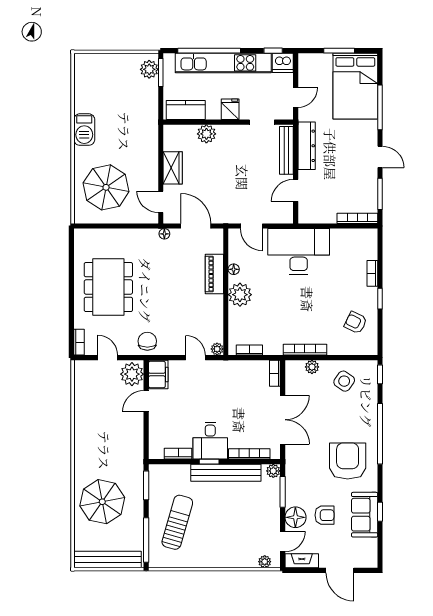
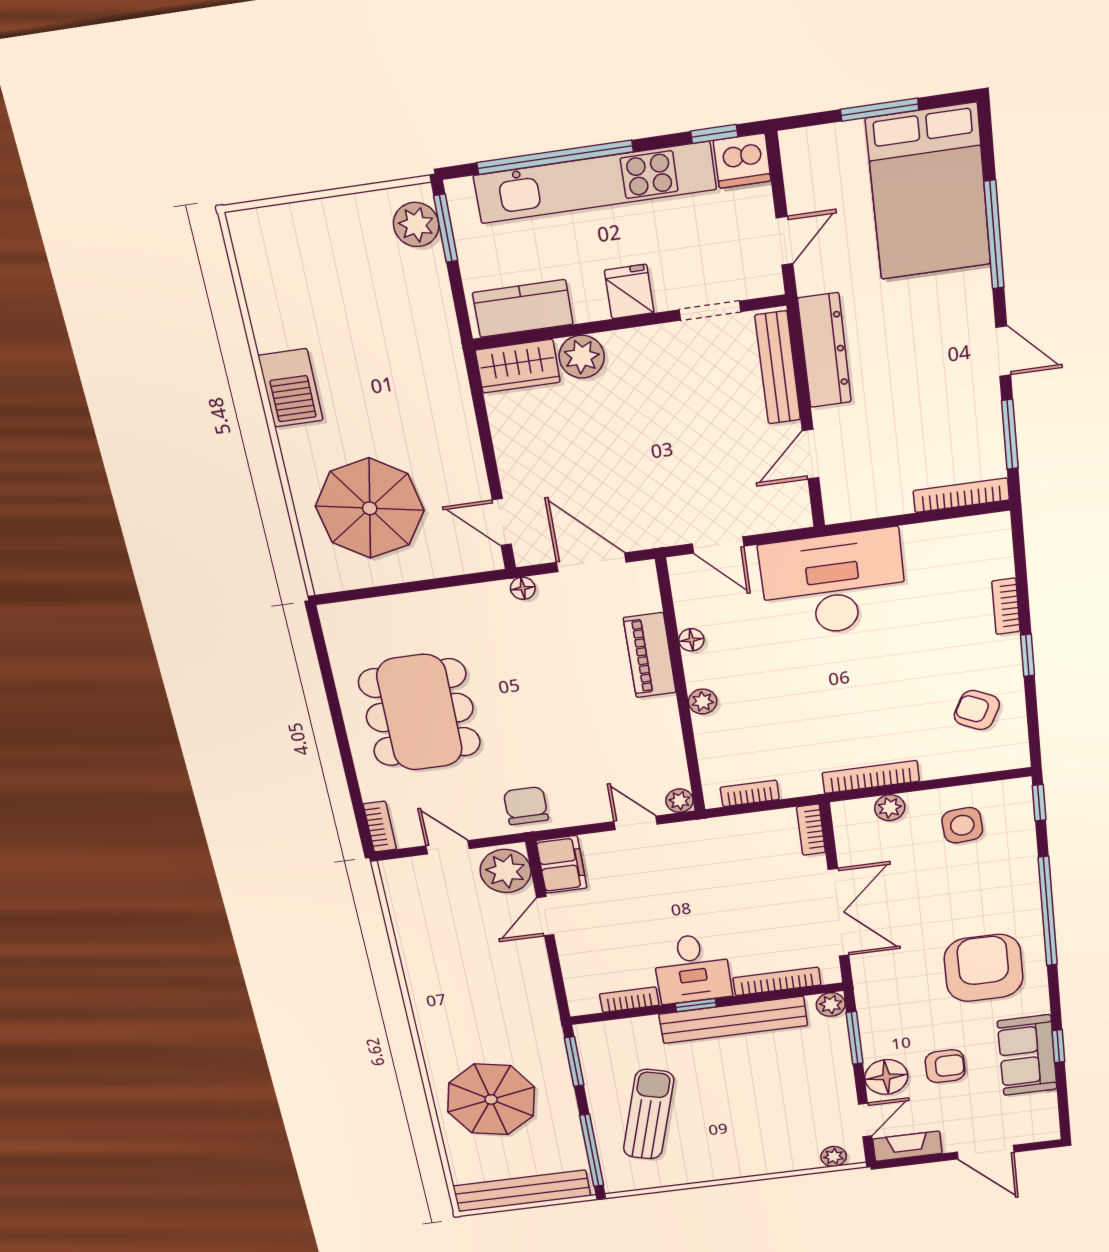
wardrobe: (173, 168) -> (518, 366), moved, turned 90
plant: (240, 295) -> (703, 701), width x0.53, depth x0.53
side table: (344, 381) -> (962, 825), turned -38

